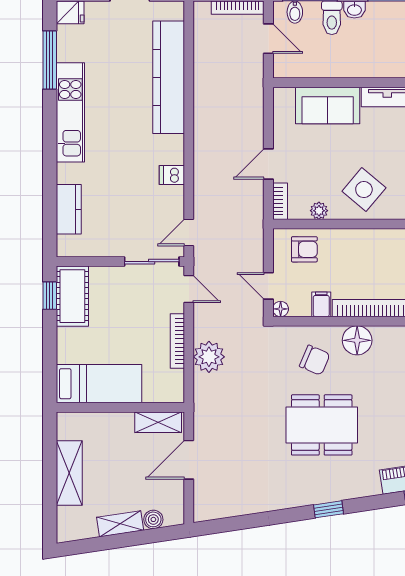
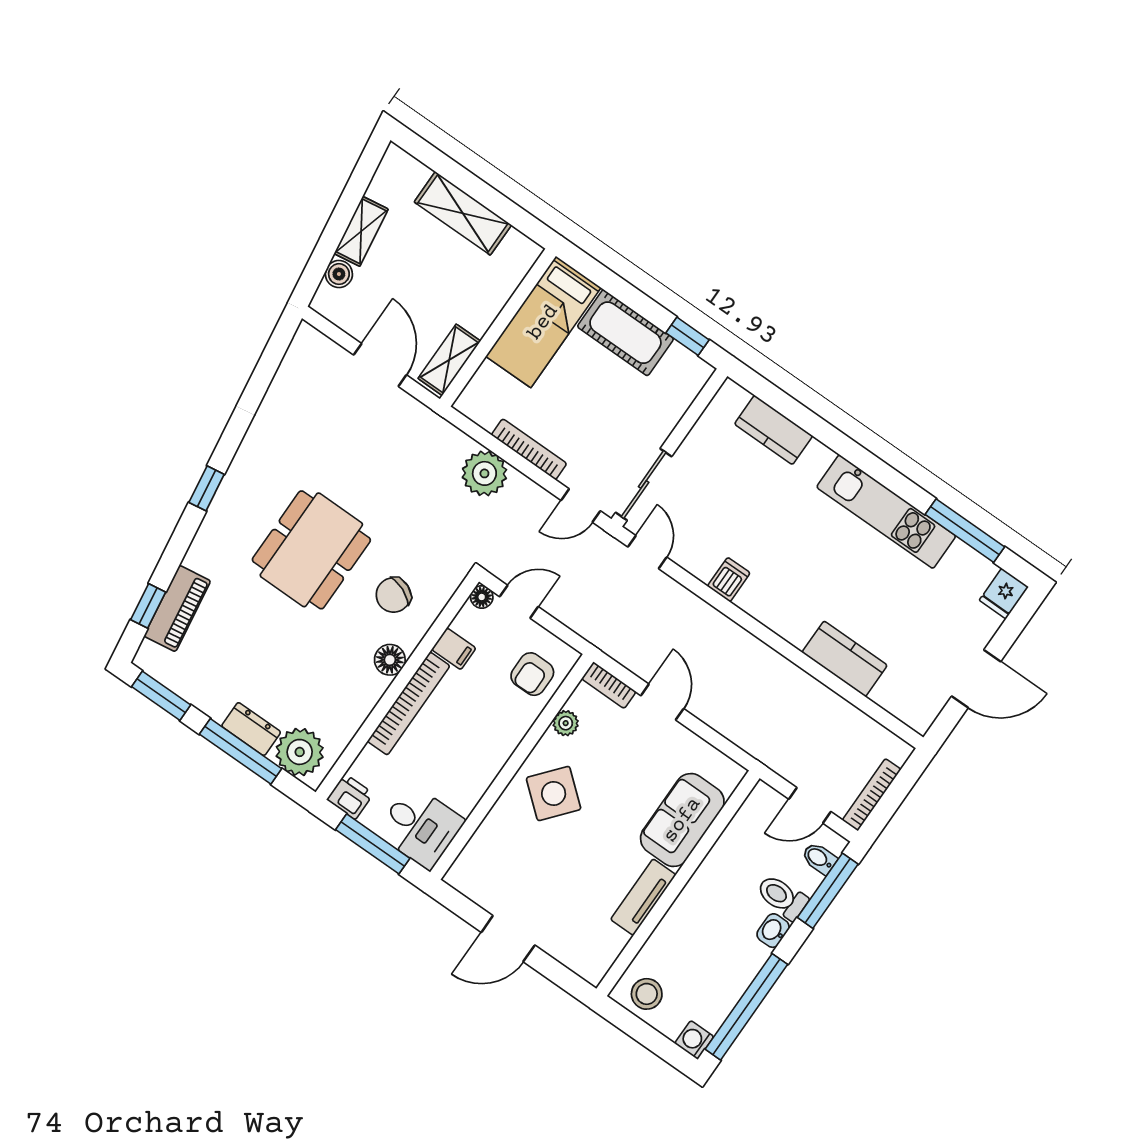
kitchen counter: (169, 77) -> (845, 659), width x0.48, depth x0.86
cot: (72, 296) -> (625, 333), moved
floor lamp: (357, 340) -> (390, 660), width x0.73, depth x0.73

